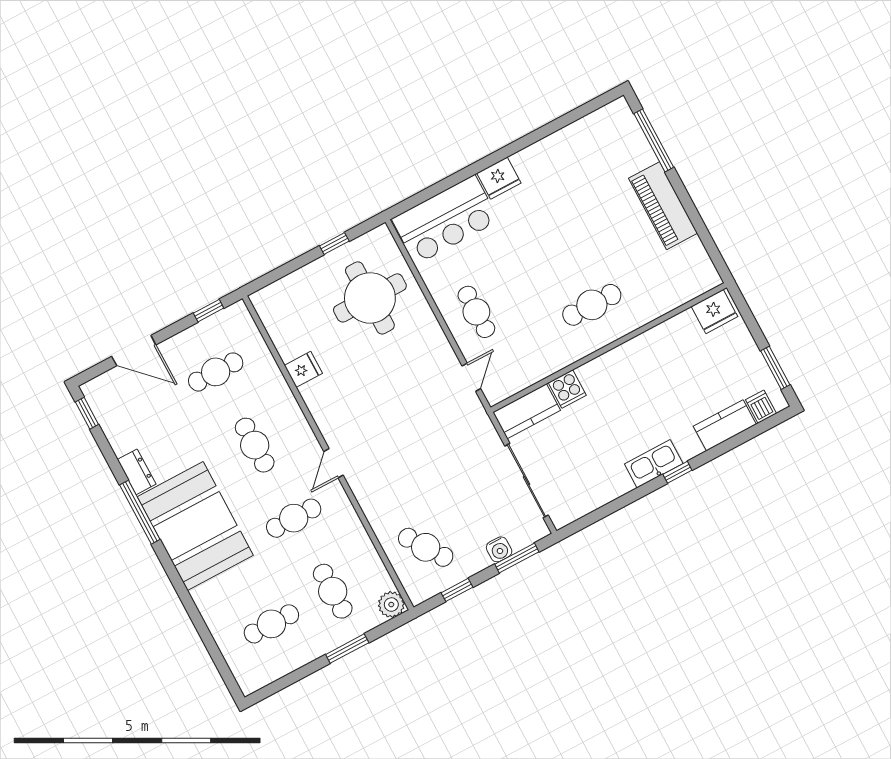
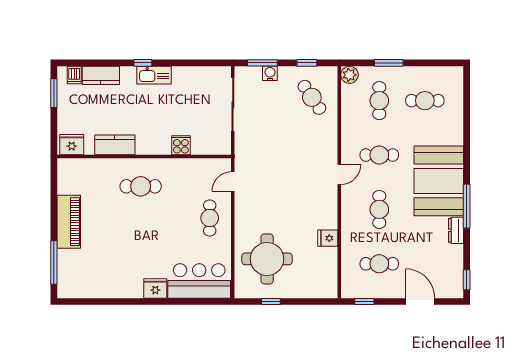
kitchen counter: (527, 411) -> (115, 145), moved

